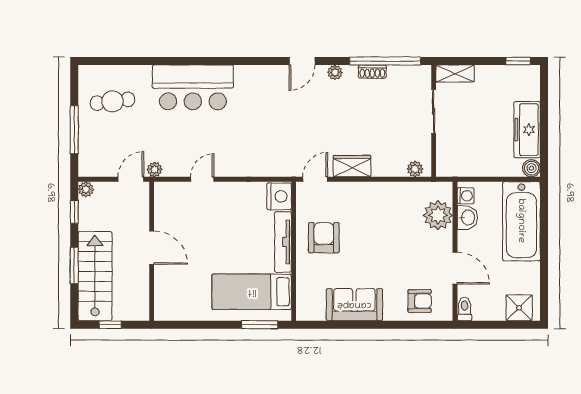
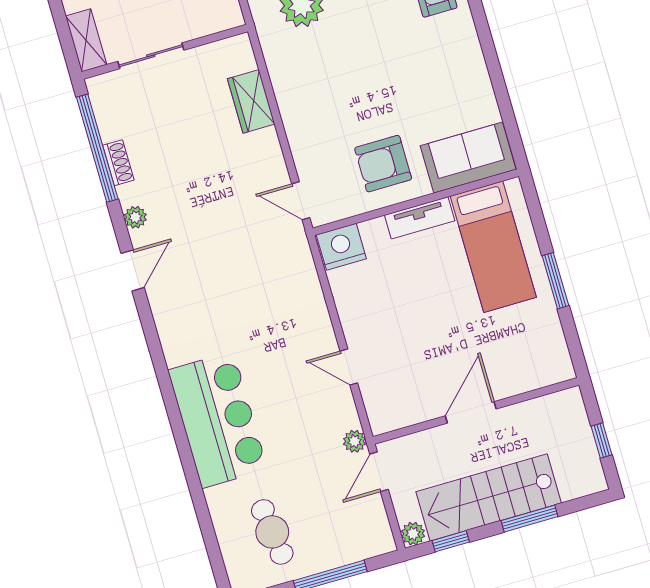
door: (302, 61) -> (133, 270), hinge flipped
wardrobe: (352, 166) -> (251, 101), moved
plant: (415, 169) -> (243, 59), removed
door: (131, 179) -> (379, 472), hinge flipped
tv unit: (283, 242) -> (420, 218), width x0.71
stairs: (95, 276) -> (489, 497), moved
sofa: (354, 305) -> (468, 158), moved, turned 90
window: (260, 325) -> (555, 281), moved

